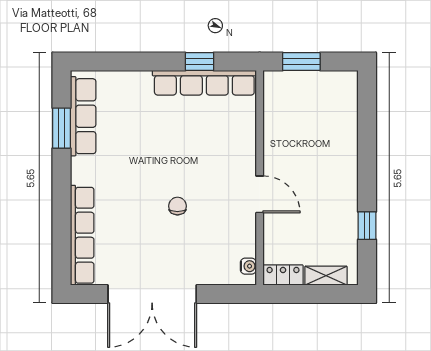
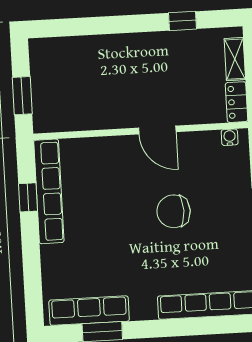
door: (260, 194) -> (157, 130), swing flipped
chair: (177, 206) -> (174, 211), width x1.87, depth x1.87

